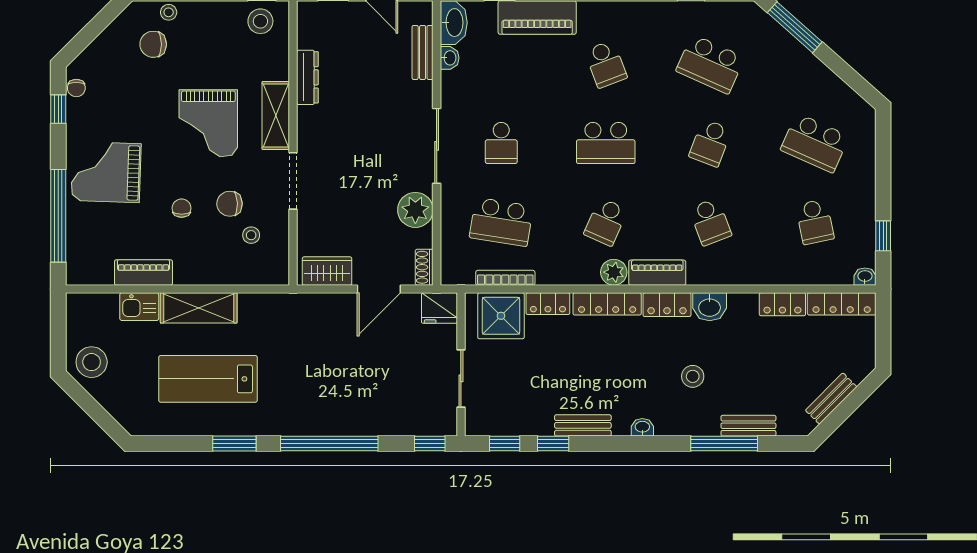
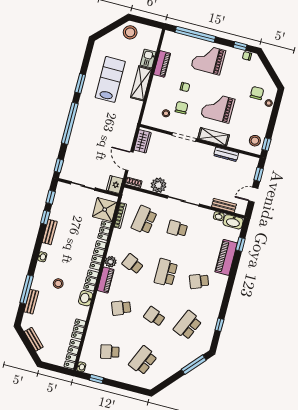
grand piano: (106, 172) -> (208, 59), turned -92

